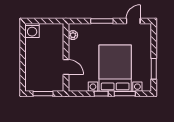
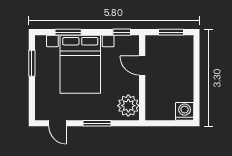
door: (133, 21) -> (58, 123), hinge flipped
plant: (73, 35) -> (128, 106), width x1.87, depth x1.87
window: (101, 94) -> (122, 32), moved

